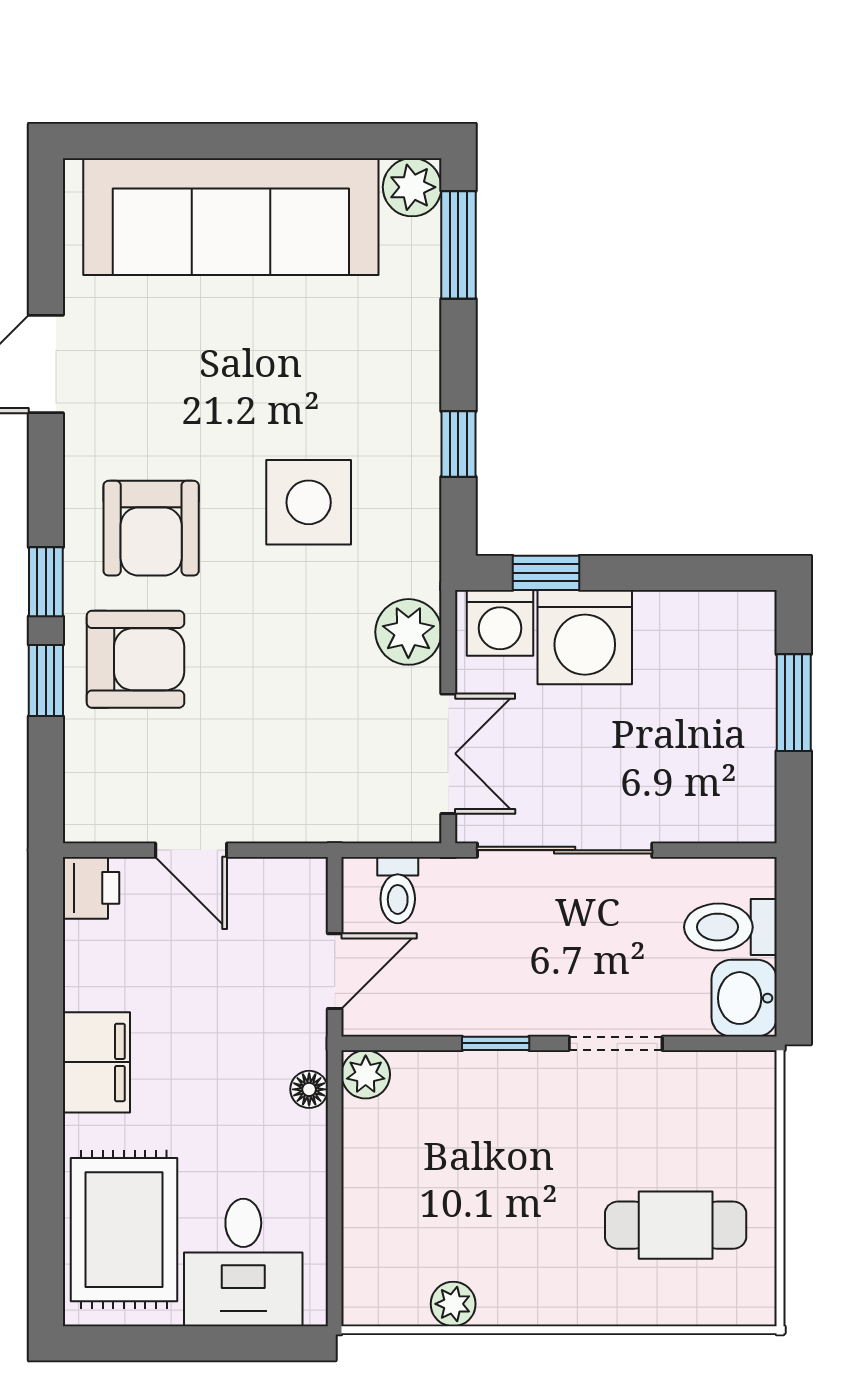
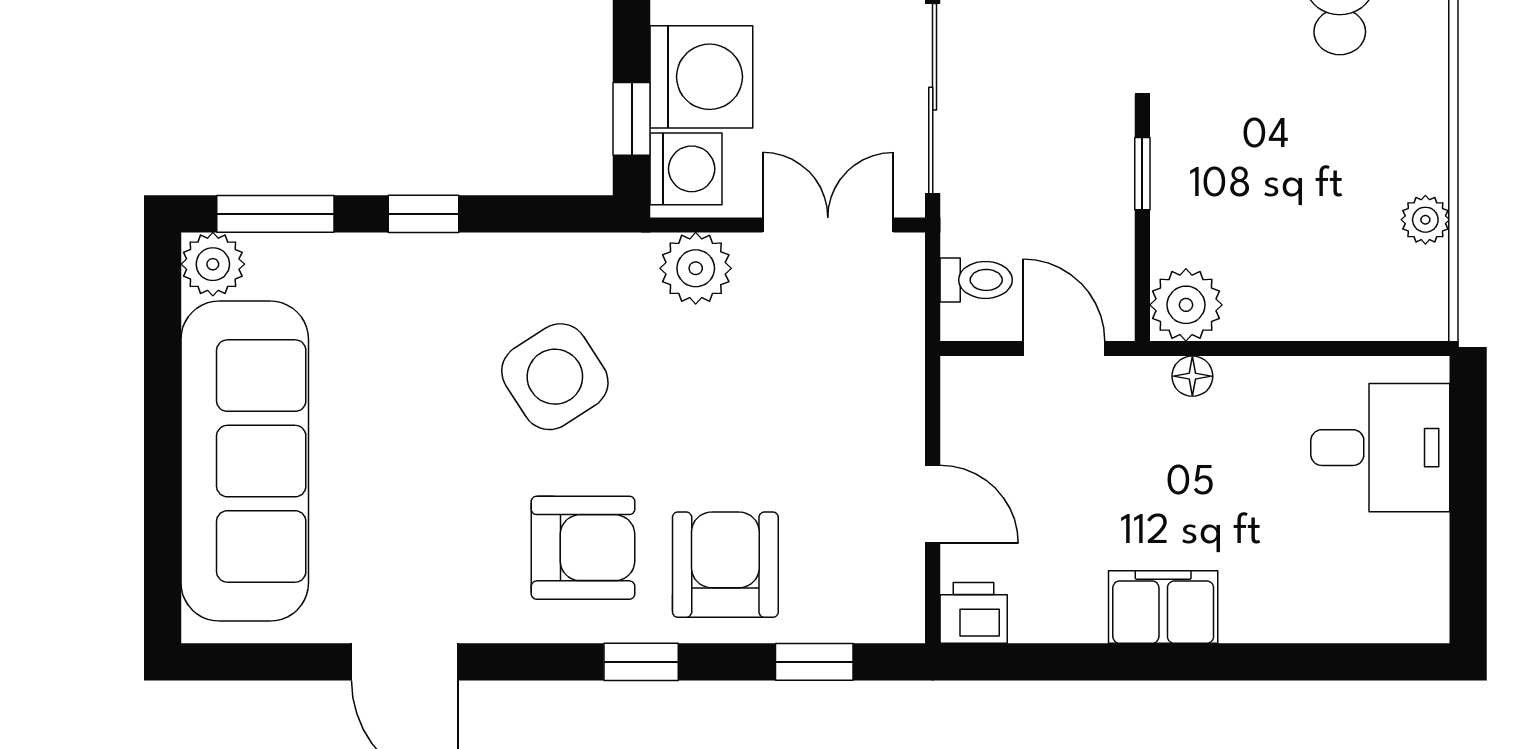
window: (458, 444) -> (423, 214), moved
side table: (309, 502) -> (555, 377), turned -33
window: (46, 680) -> (814, 662), moved
door: (191, 850) -> (933, 504), hinge flipped
plant: (366, 1074) -> (1186, 305), width x1.38, depth x1.38
rug: (124, 1230) -> (1345, 577), removed

